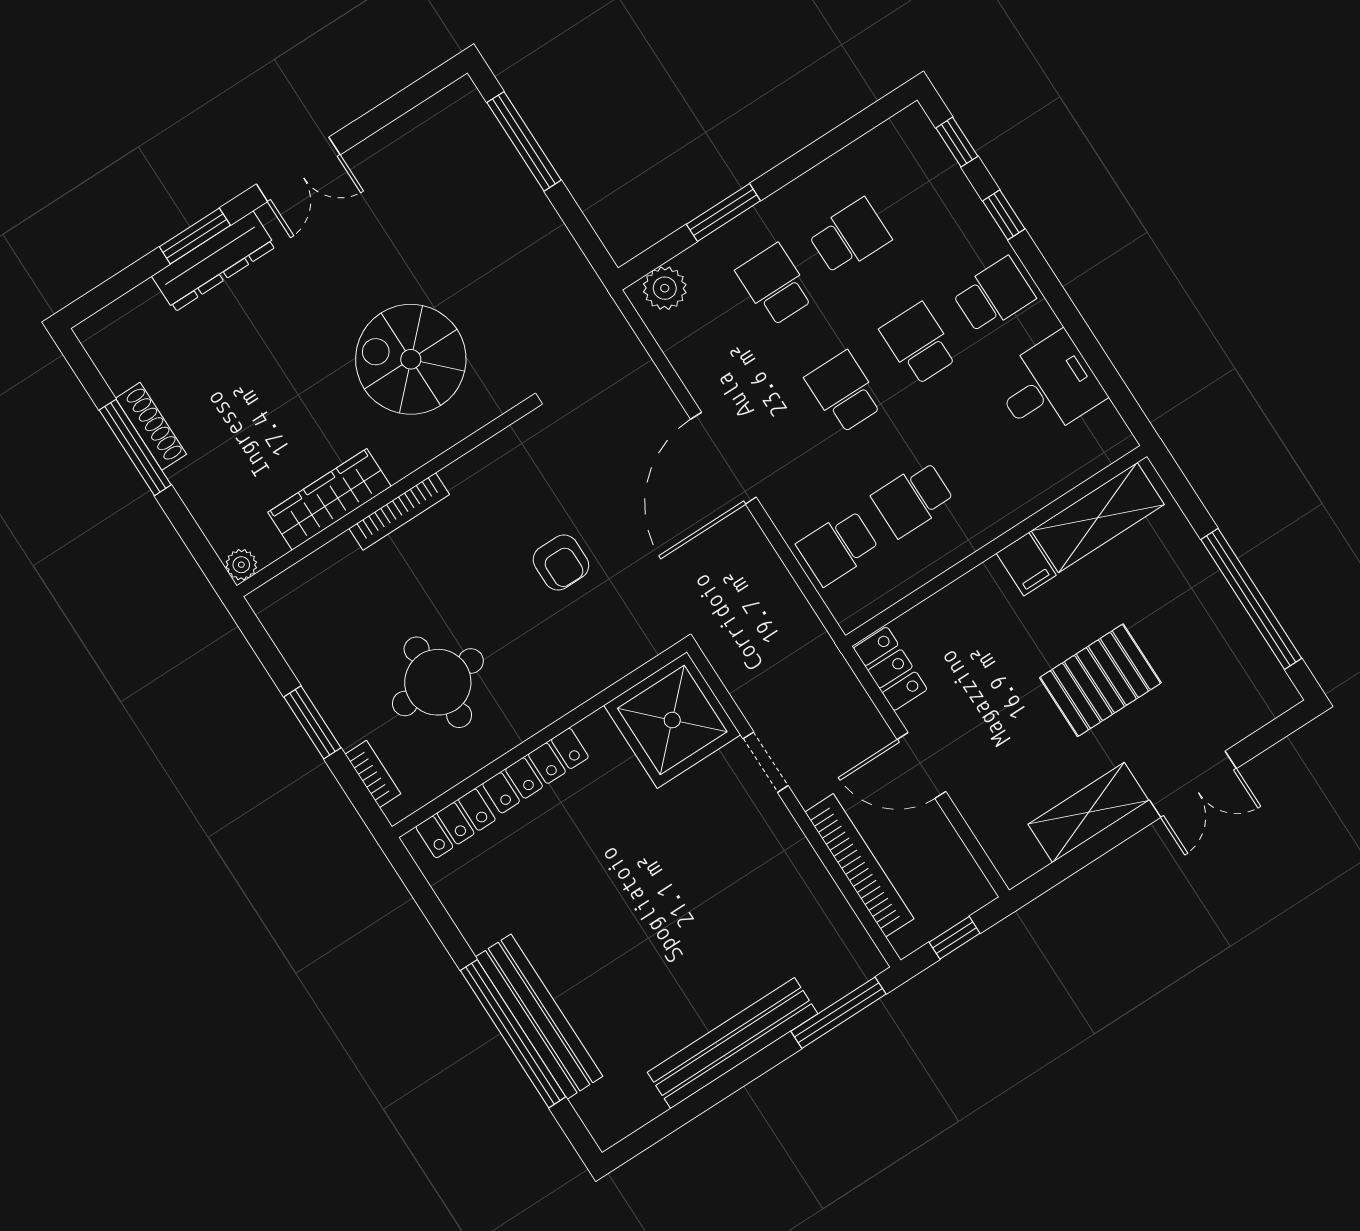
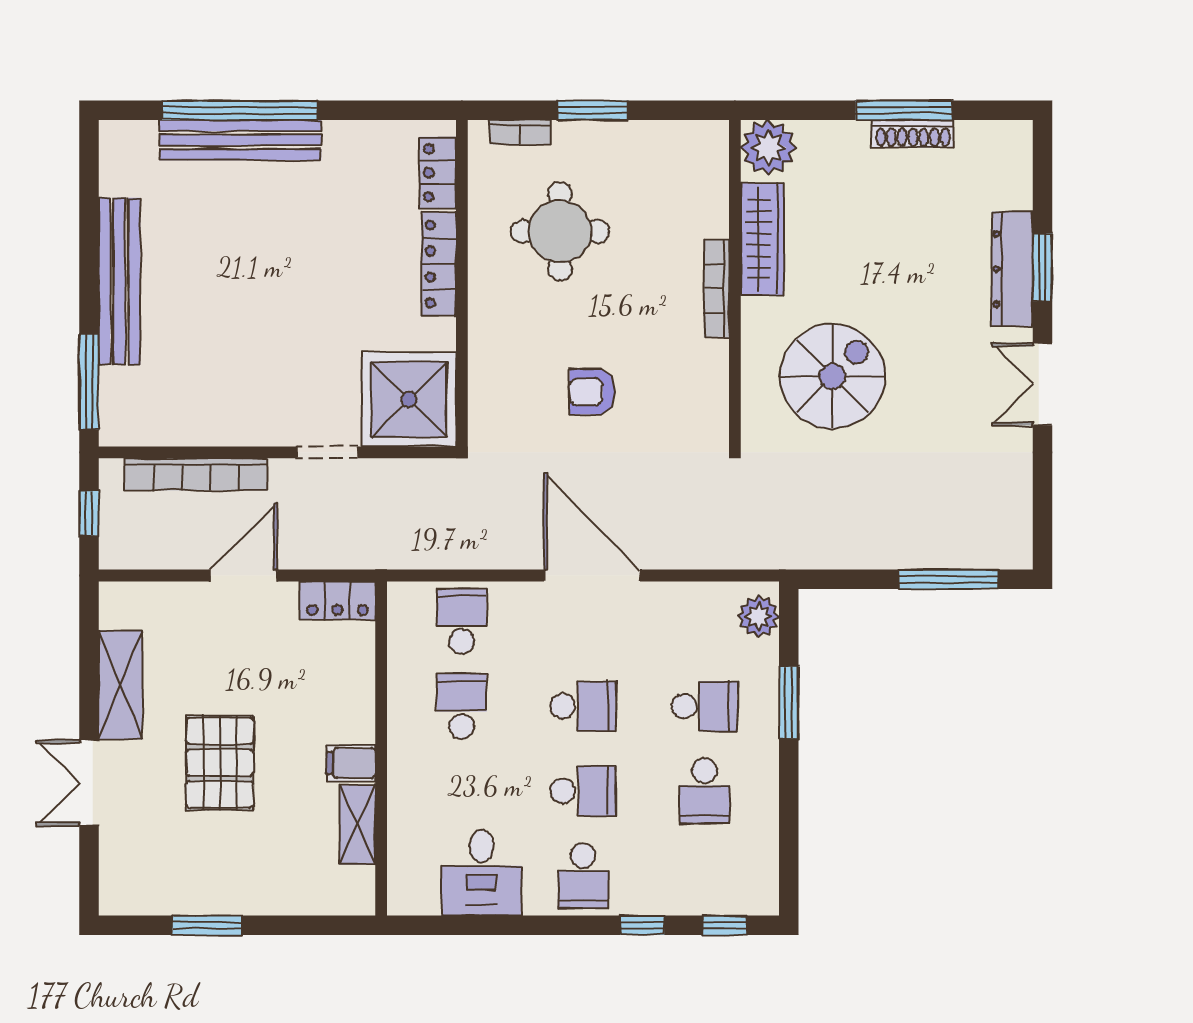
shelving: (1098, 518) -> (357, 824), width x0.67, depth x0.75
plant: (241, 565) -> (768, 148), width x1.88, depth x1.88
window: (1251, 599) -> (207, 925), width x0.47

